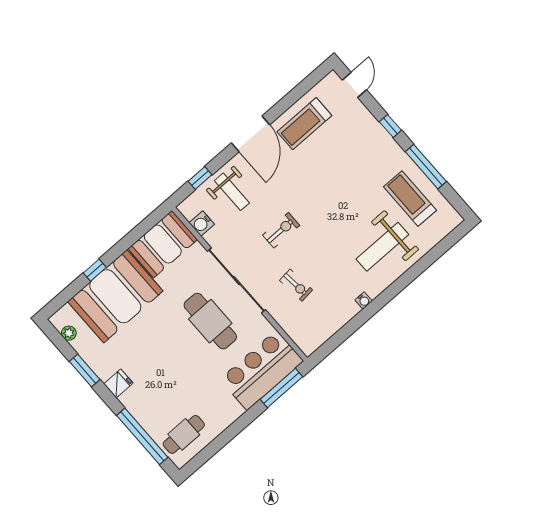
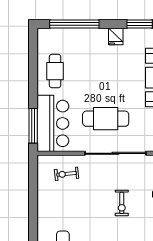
exercise bike: (296, 285) -> (67, 174), moved
water cooler: (364, 300) -> (42, 215), removed
cafe table: (184, 434) -> (55, 71), moved

